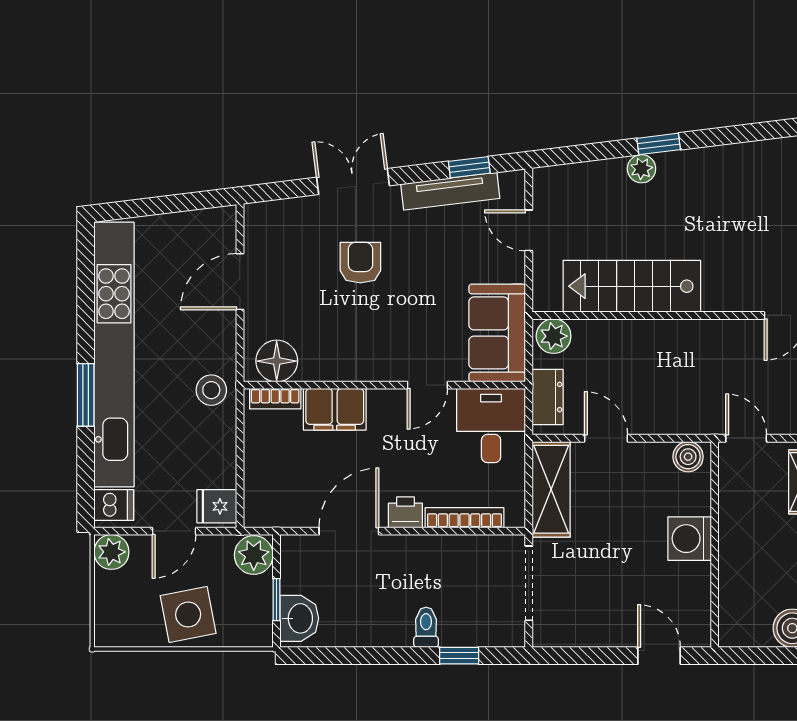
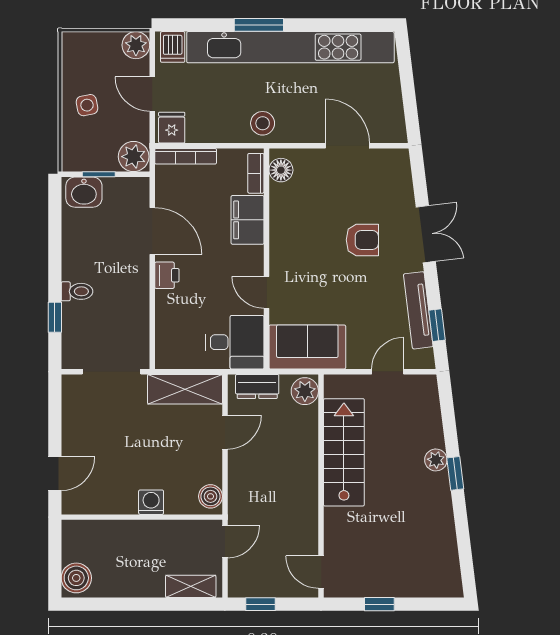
floor lamp: (277, 361) -> (281, 170), width x0.73, depth x0.73
bookcase: (464, 518) -> (186, 156), moved, turned 90
washing machine: (690, 539) -> (151, 502), width x0.73, depth x0.73
side table: (188, 614) -> (87, 105), width x0.54, depth x0.54

